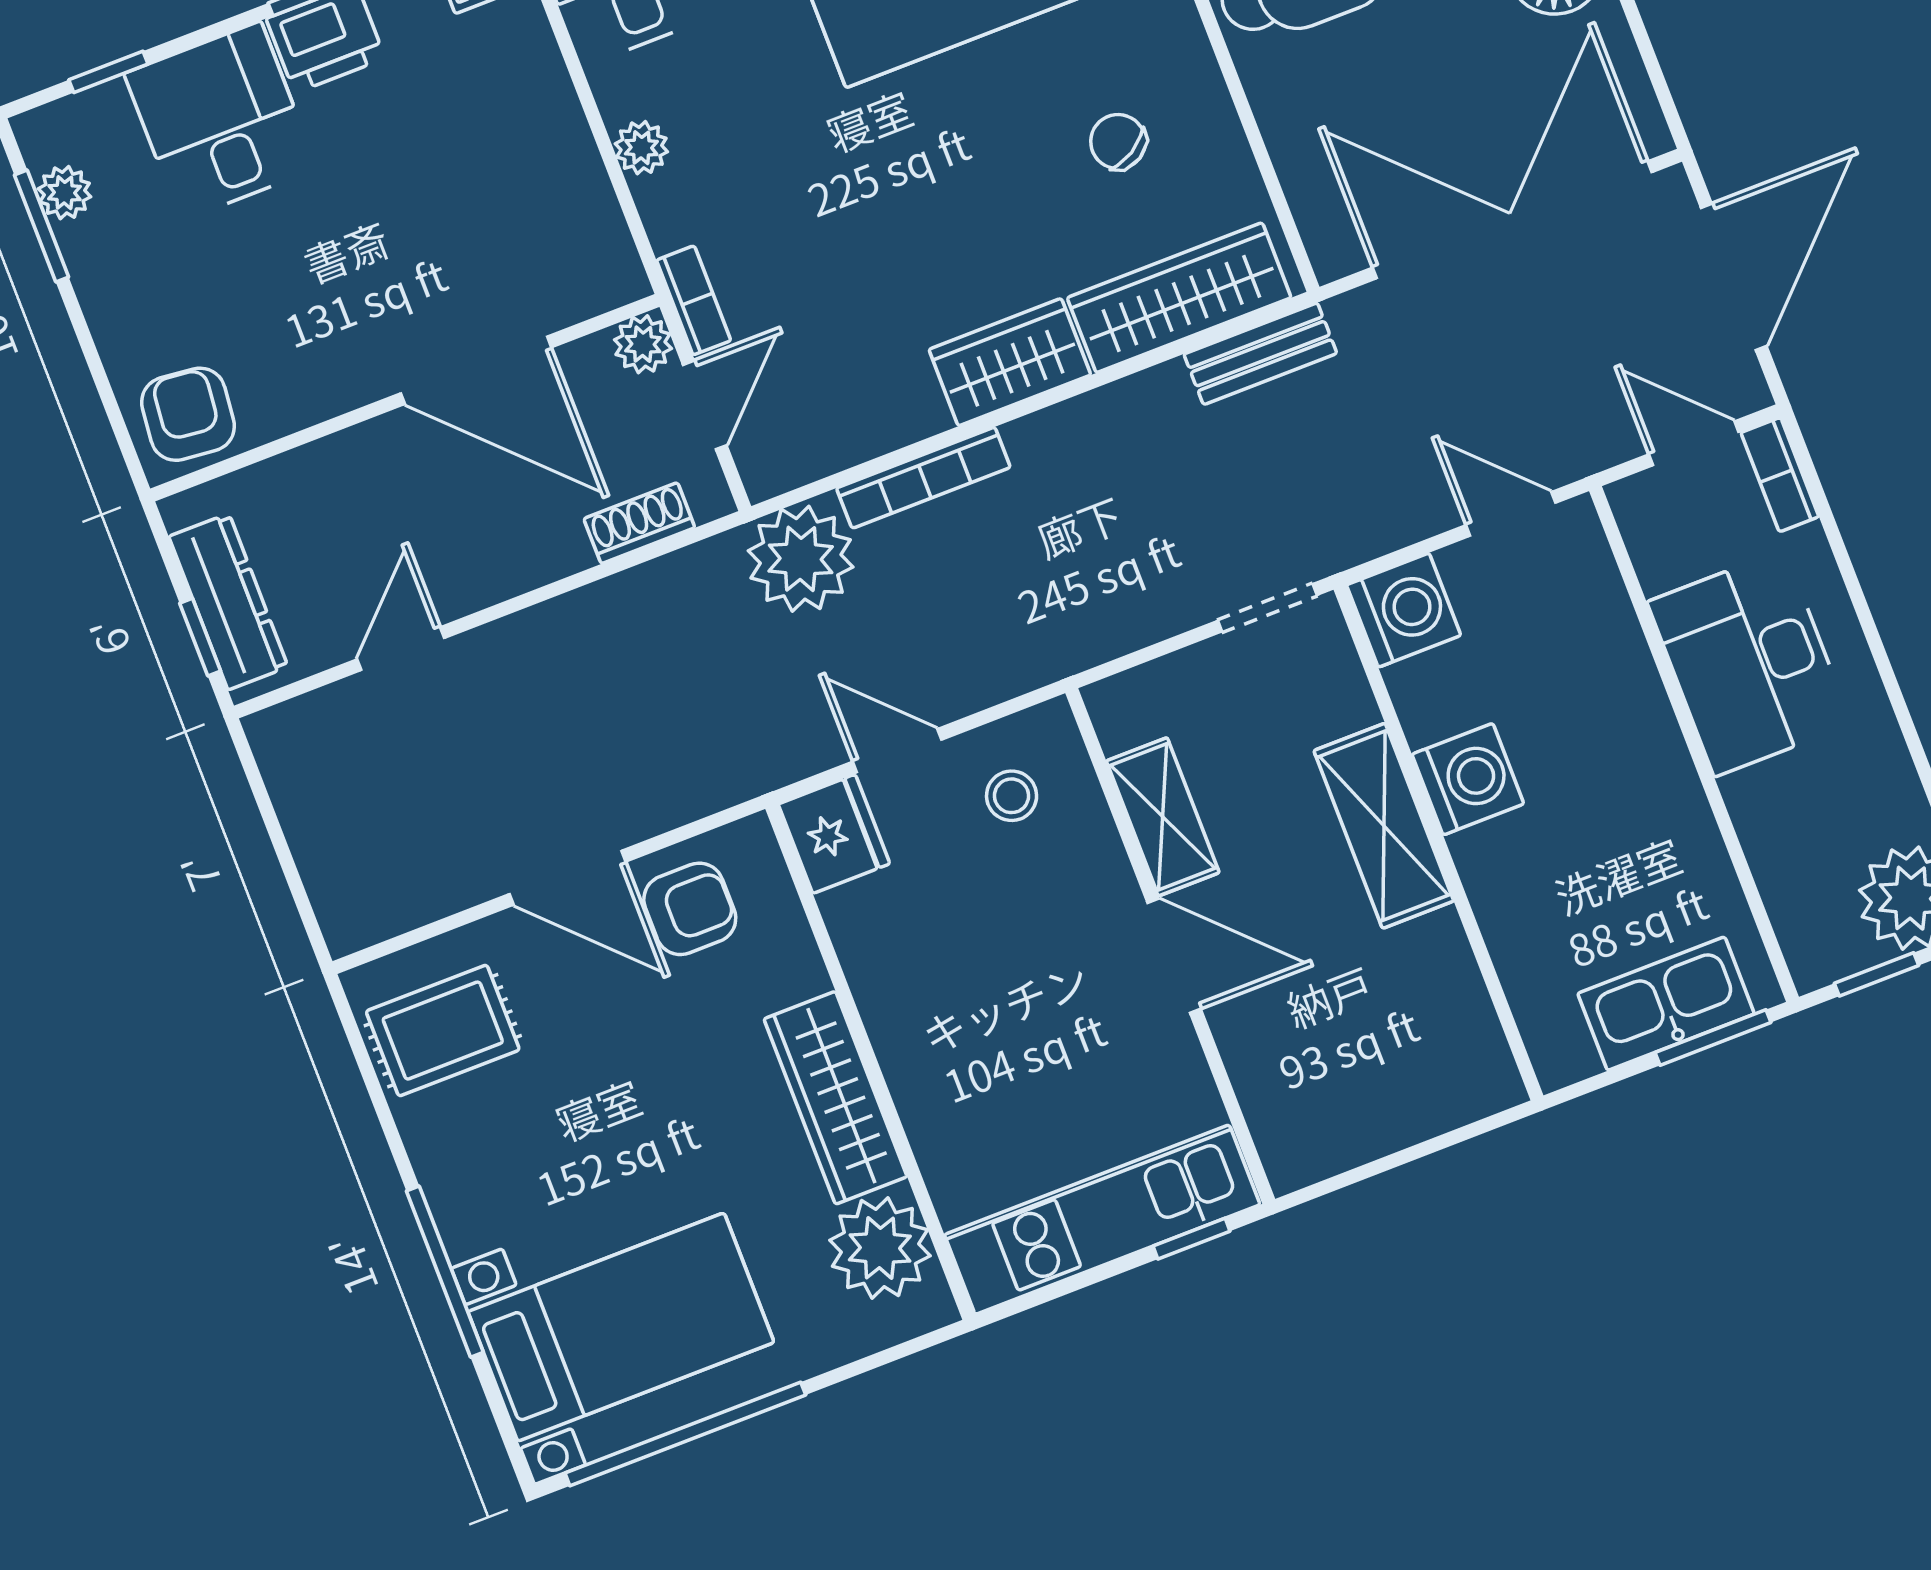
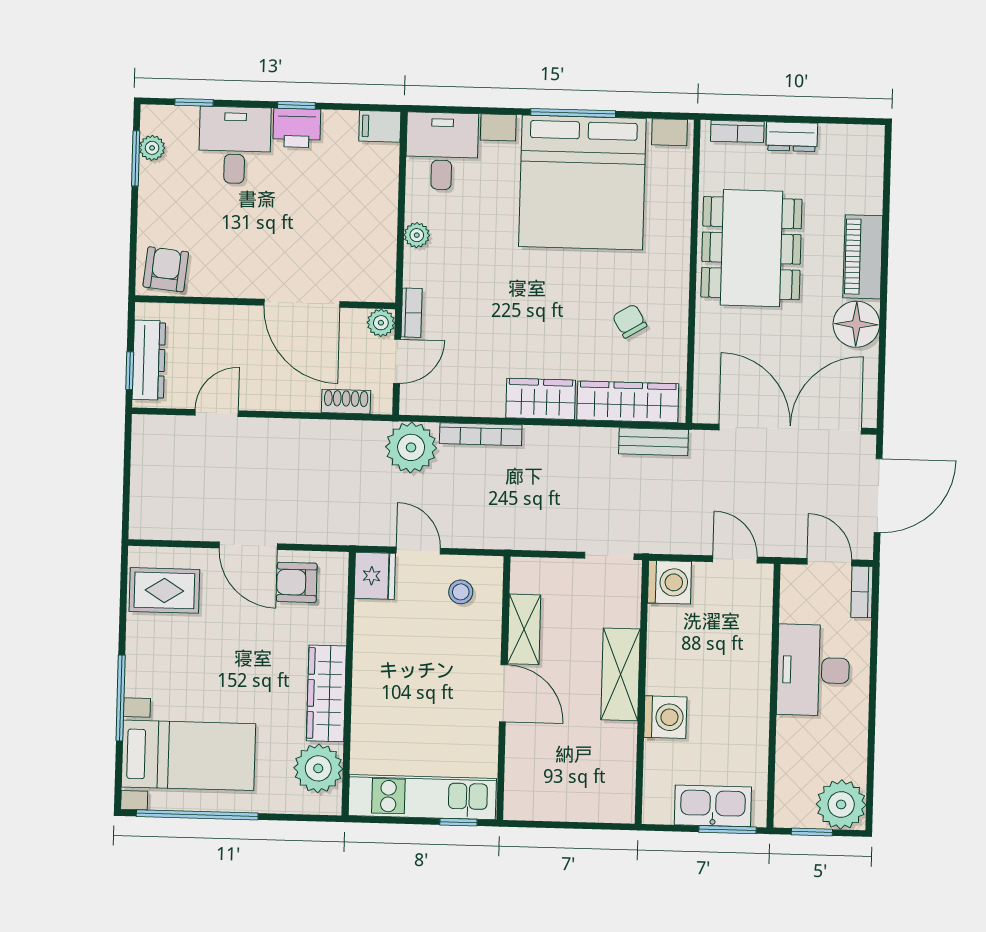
washing machine: (1468, 779) -> (665, 717), moved
armchair: (690, 909) -> (297, 582), turned 180

